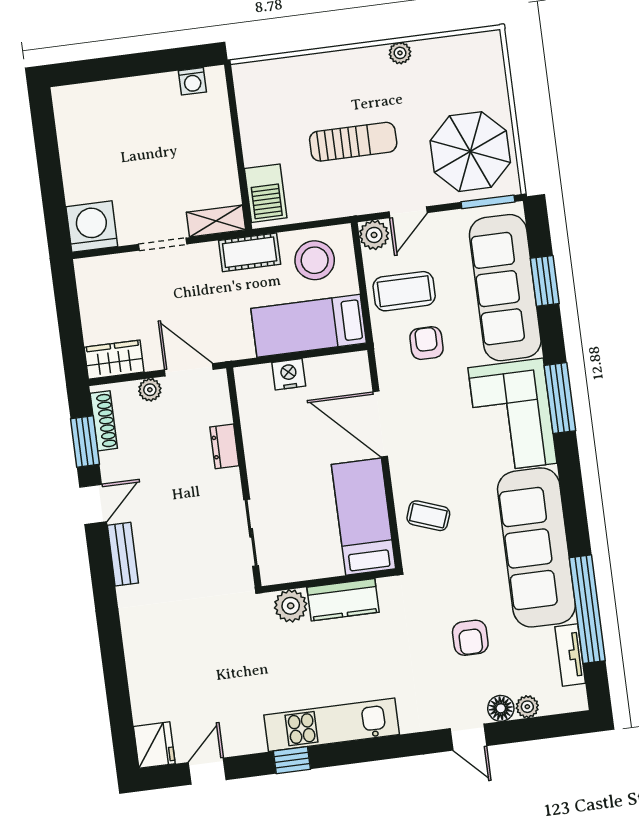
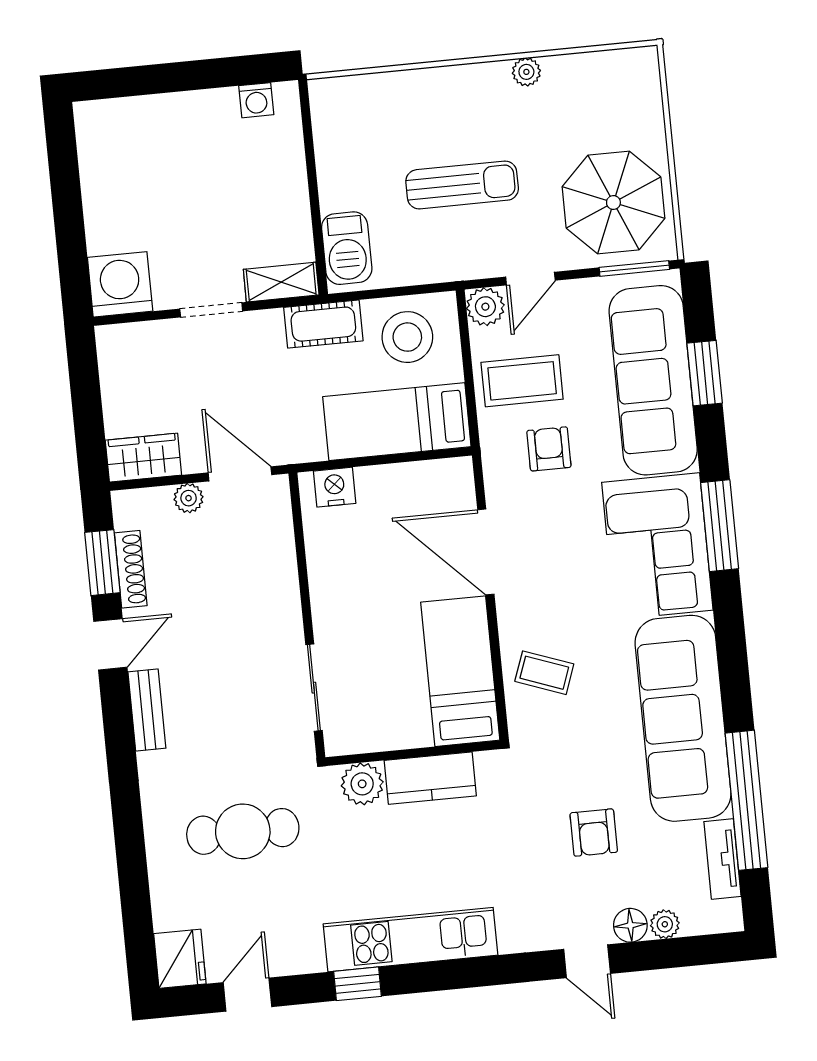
nightstand: (289, 374) -> (335, 487), moved
shoe rack: (104, 421) -> (131, 569), moved
dresser: (224, 446) -> (283, 575), removed
cafe table: (200, 645) -> (243, 831), added

